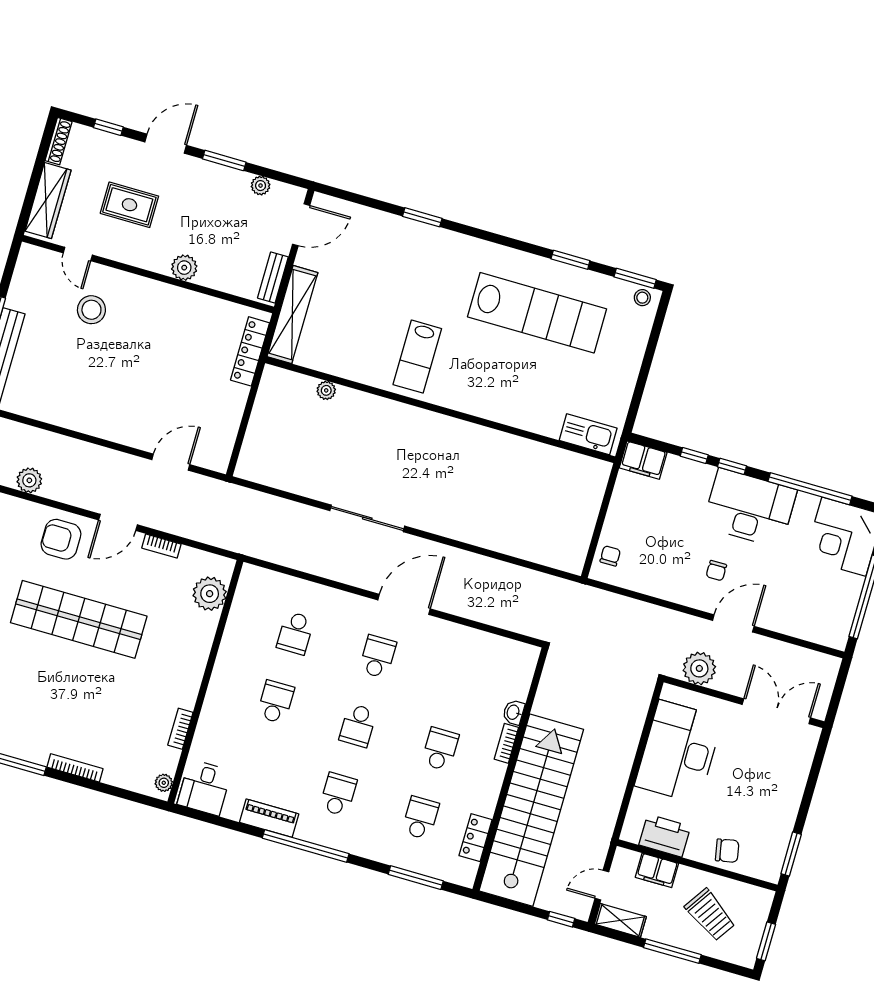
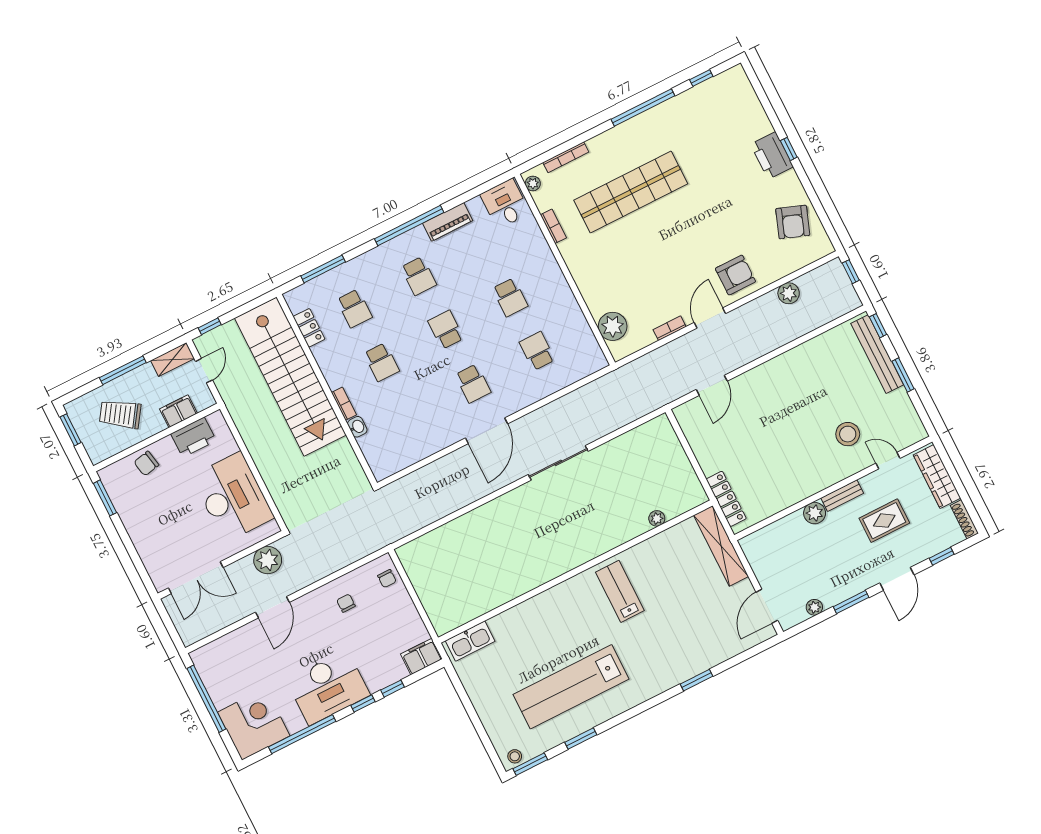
bench: (273, 277) -> (842, 496), moved, turned 90
chair: (716, 571) -> (346, 603), moved
shop shelf: (79, 619) -> (631, 192), moved
bookcase: (75, 768) -> (566, 157), moved

